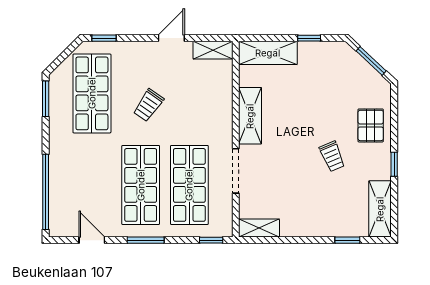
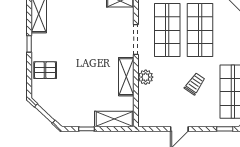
shelving: (213, 50) -> (151, 121), removed
plant: (222, 115) -> (146, 77), added
pallet: (371, 125) -> (45, 70), turned 90
trolley: (332, 156) -> (71, 49), removed

